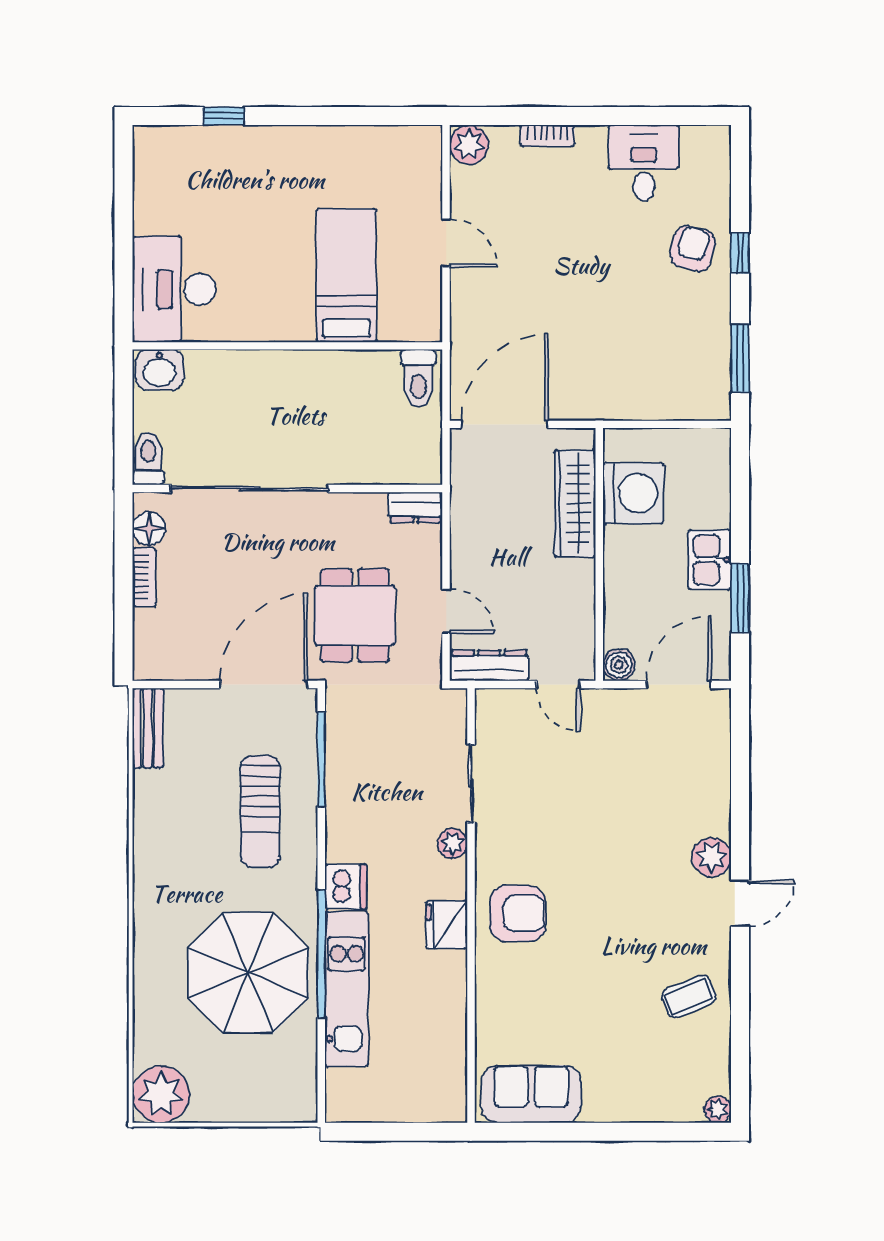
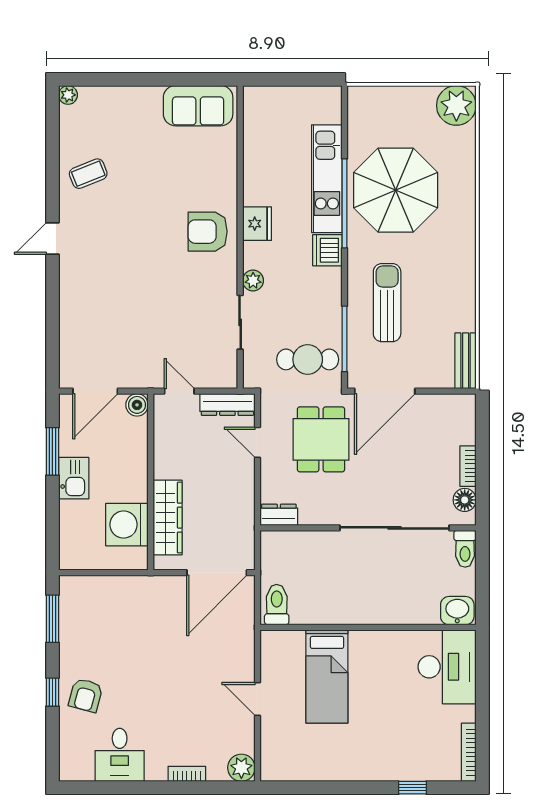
bookcase: (143, 167) -> (469, 752), added
cafe table: (374, 730) -> (308, 359), added
plant: (712, 857) -> (72, 271), removed

